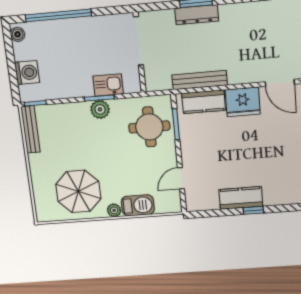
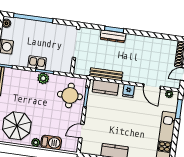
kitchen sink: (108, 85) -> (37, 63), moved
fridge: (243, 102) -> (129, 91), width x0.53, depth x0.75

